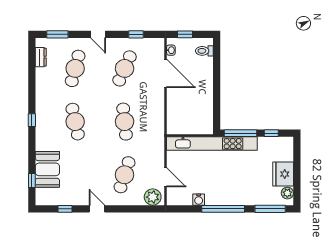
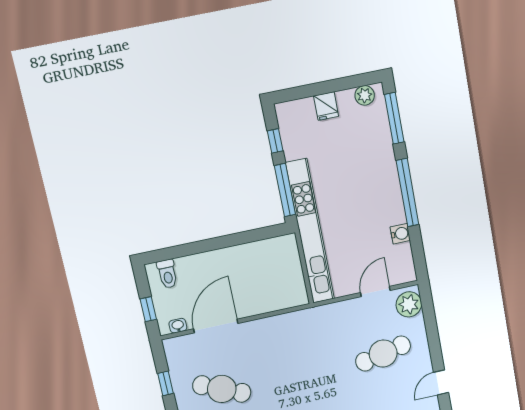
cafe table: (125, 122) -> (303, 371), removed
fridge: (283, 174) -> (326, 106), width x0.53, depth x0.75
cafe table: (125, 175) -> (383, 353), turned -30

